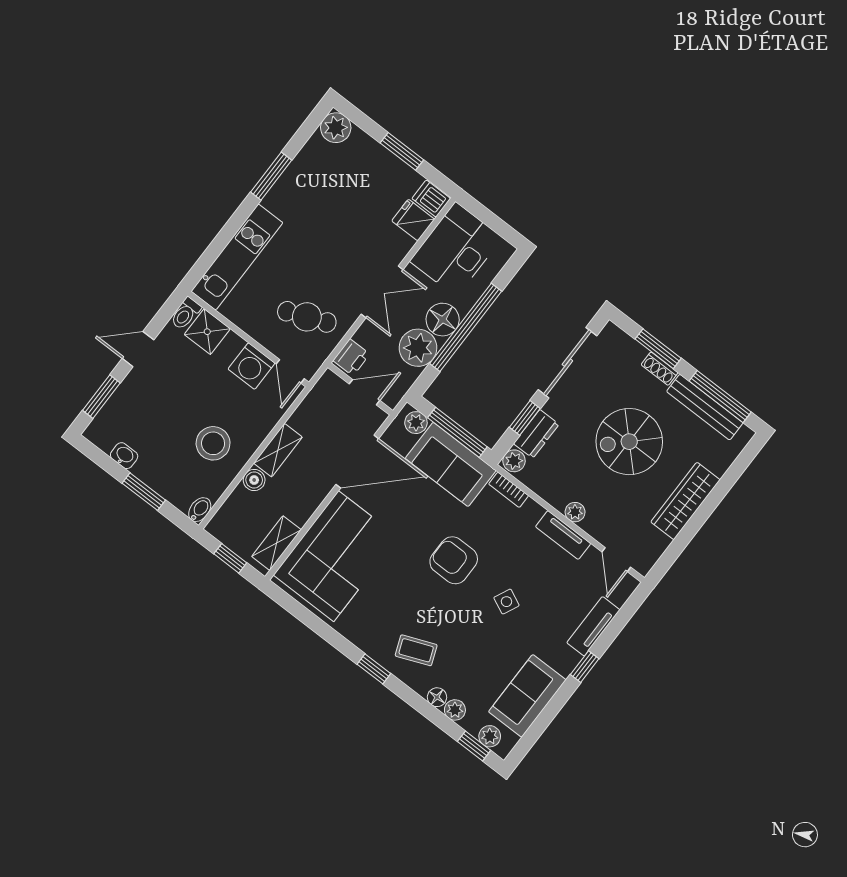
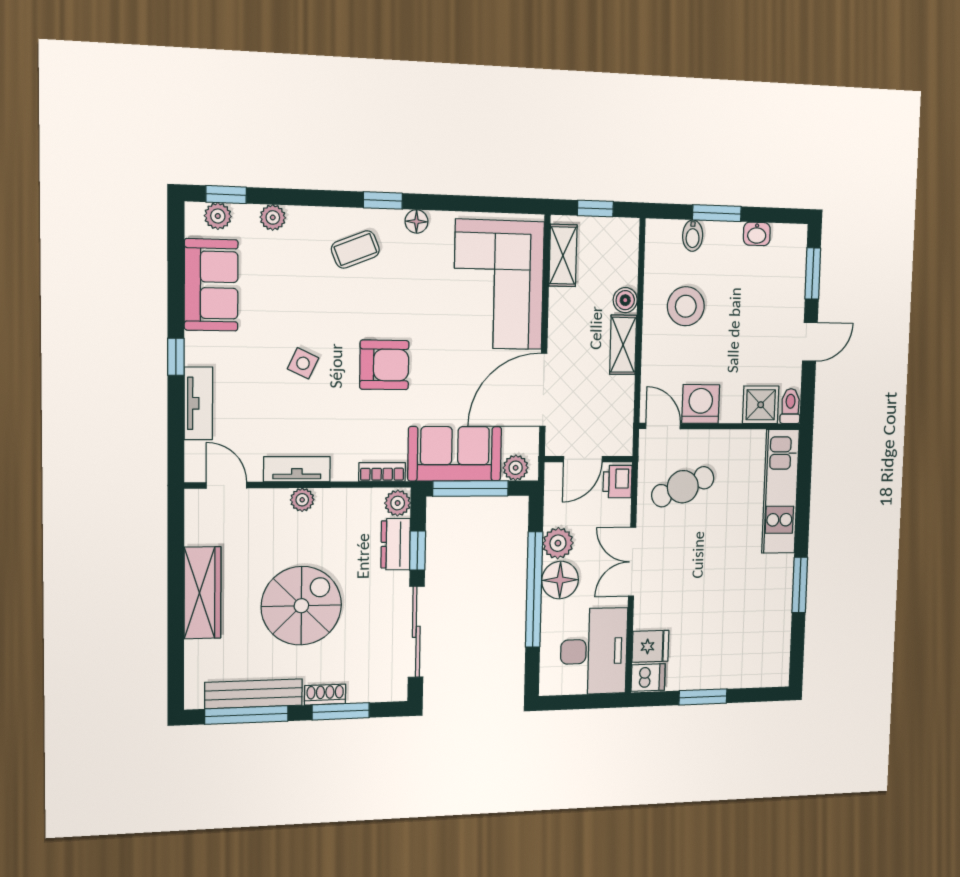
plant: (336, 128) -> (774, 671), removed
plant: (418, 348) -> (558, 543), width x0.73, depth x0.73
bidet: (200, 510) -> (693, 236), moved
floor lamp: (437, 697) -> (416, 221), moved

